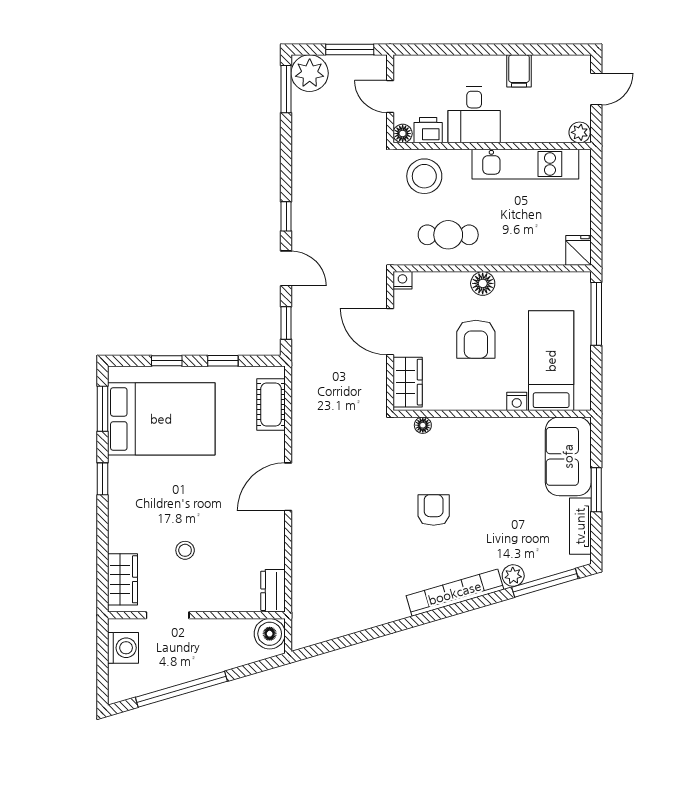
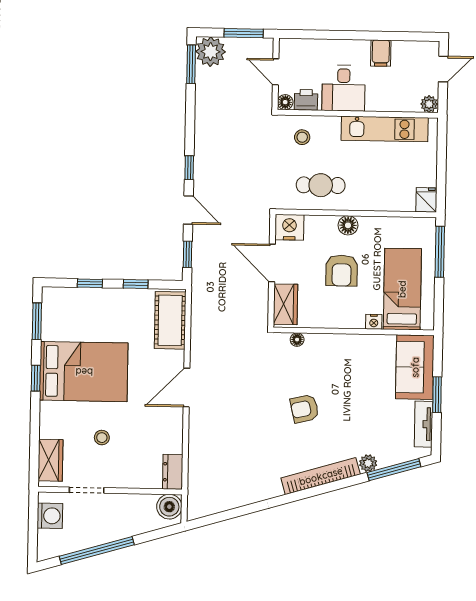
stool: (424, 176) -> (302, 137), width x0.53, depth x0.53
nightstand: (402, 280) -> (289, 227), width x1.89, depth x1.79
cot: (271, 405) -> (170, 320), width x1.37, depth x1.34
bed: (161, 419) -> (84, 372), moved
armchair: (434, 510) -> (304, 409), turned -103

